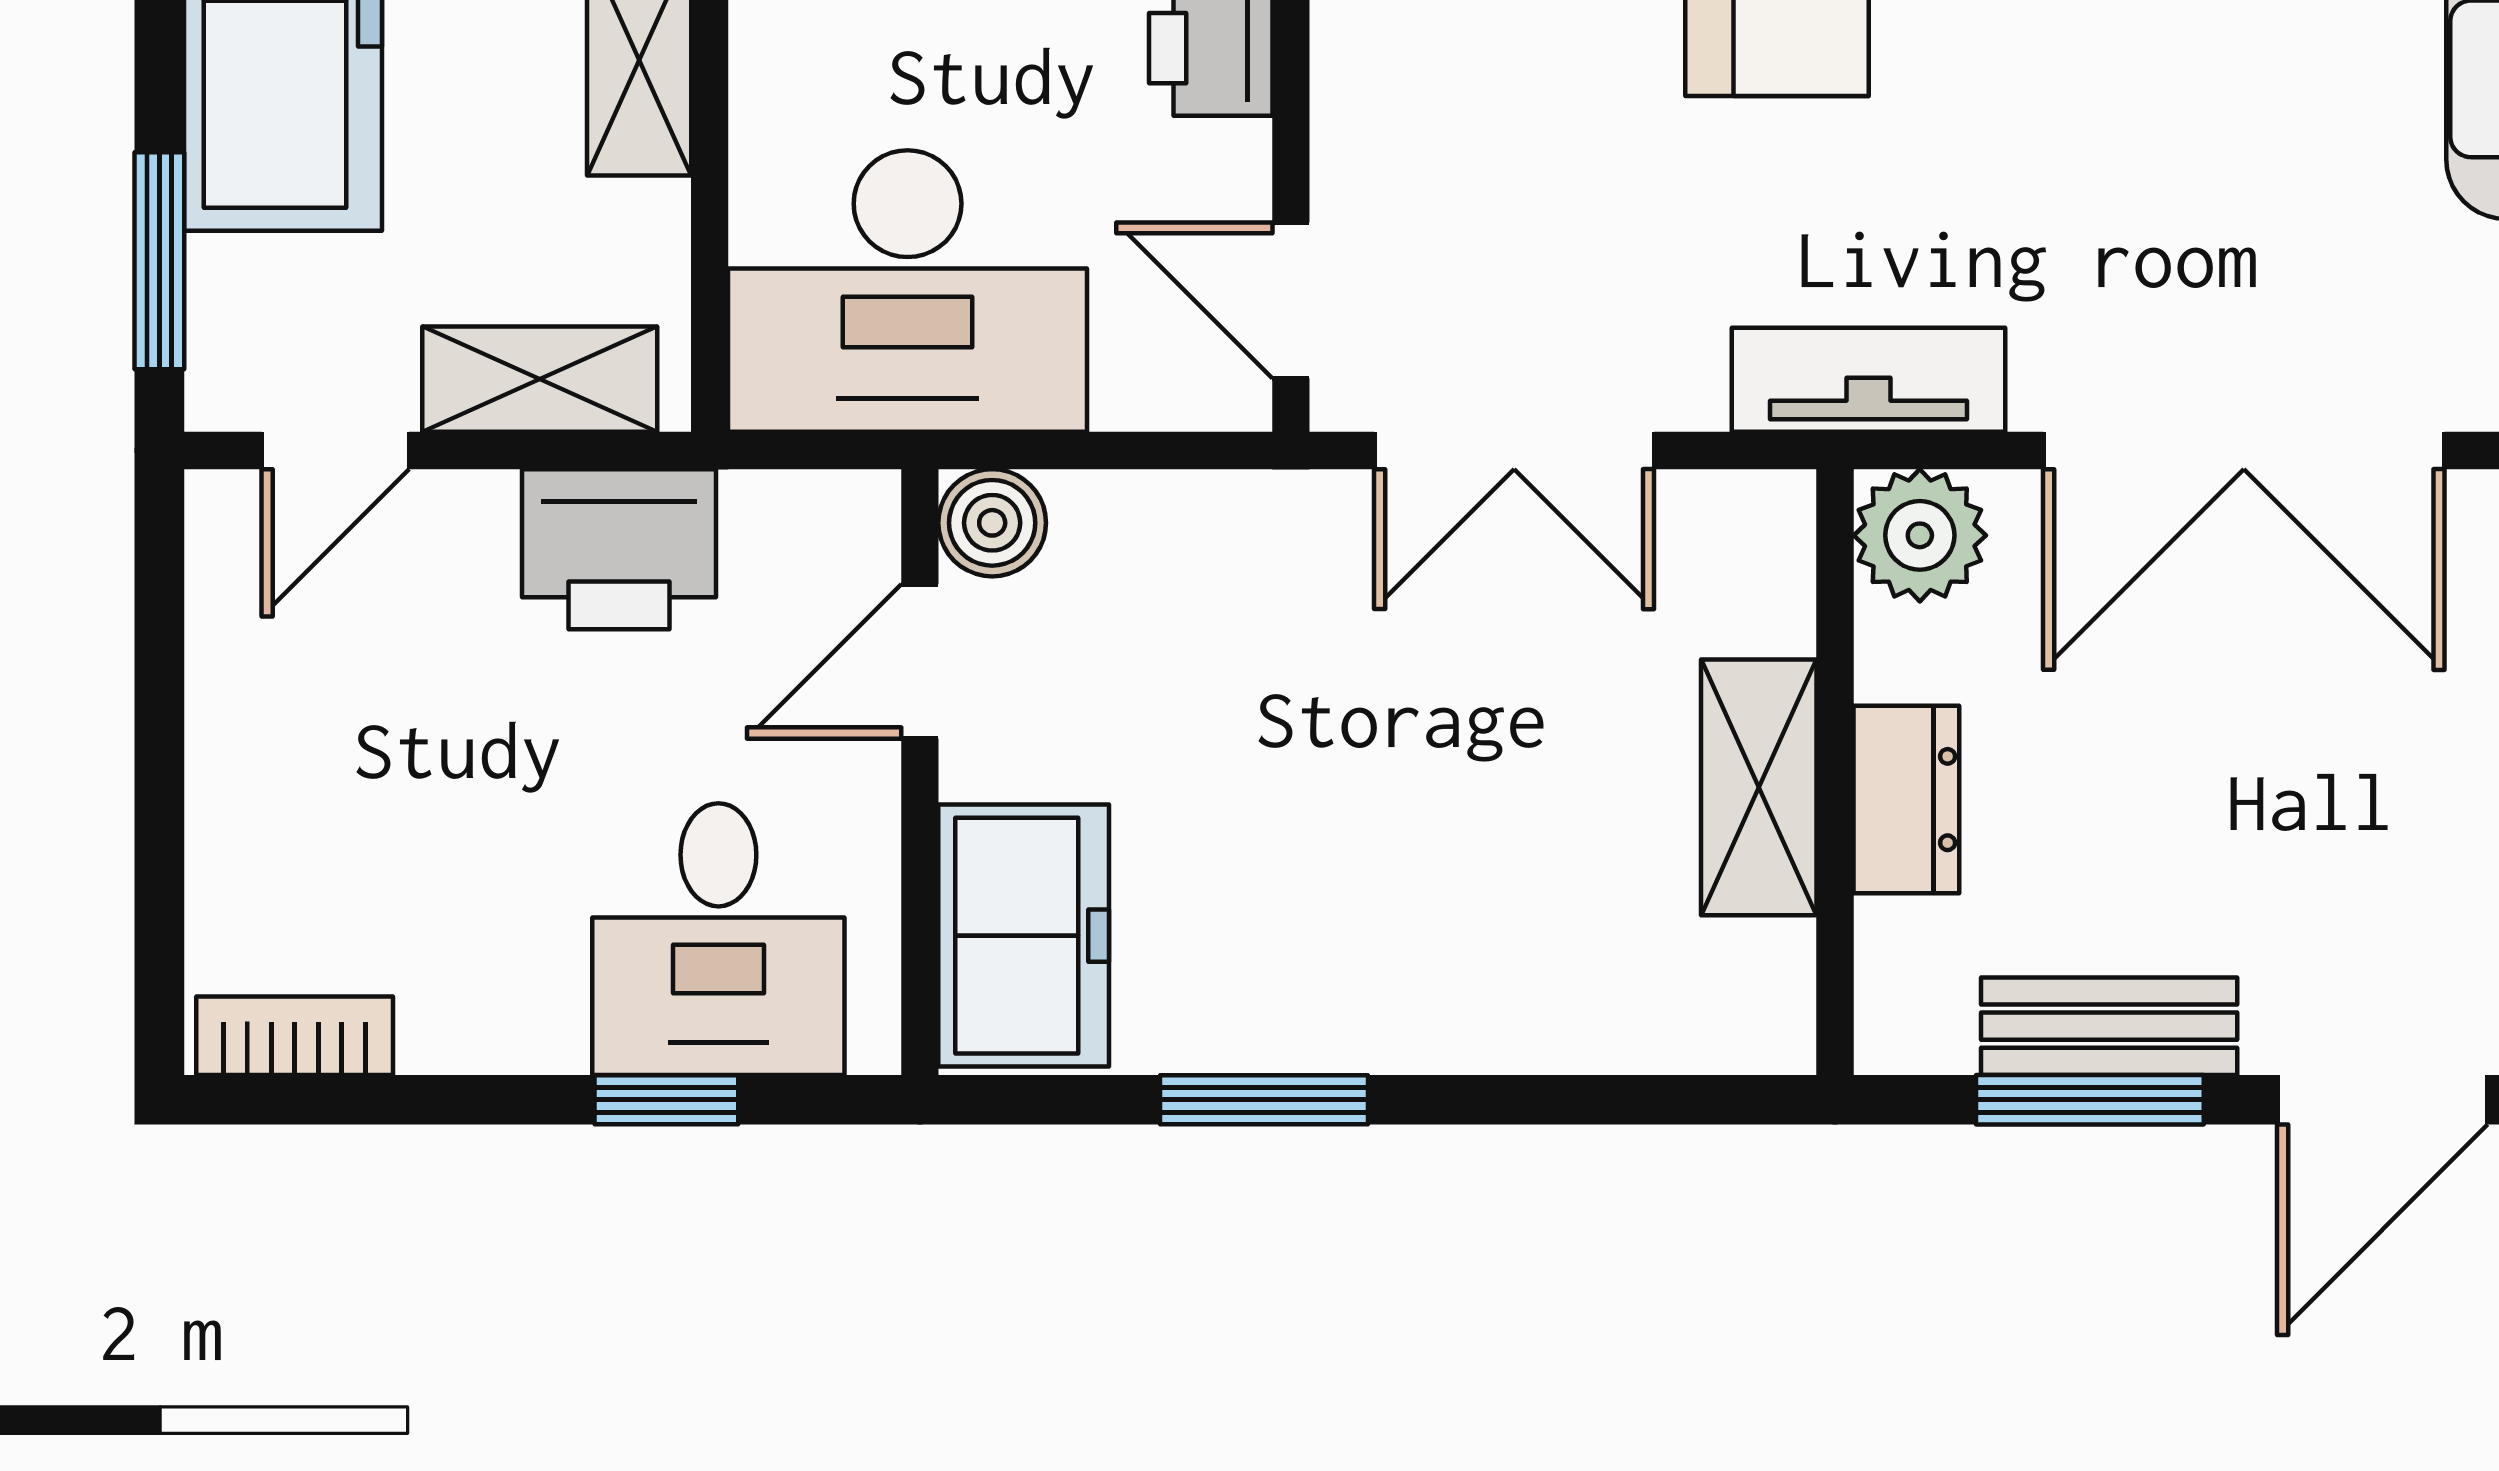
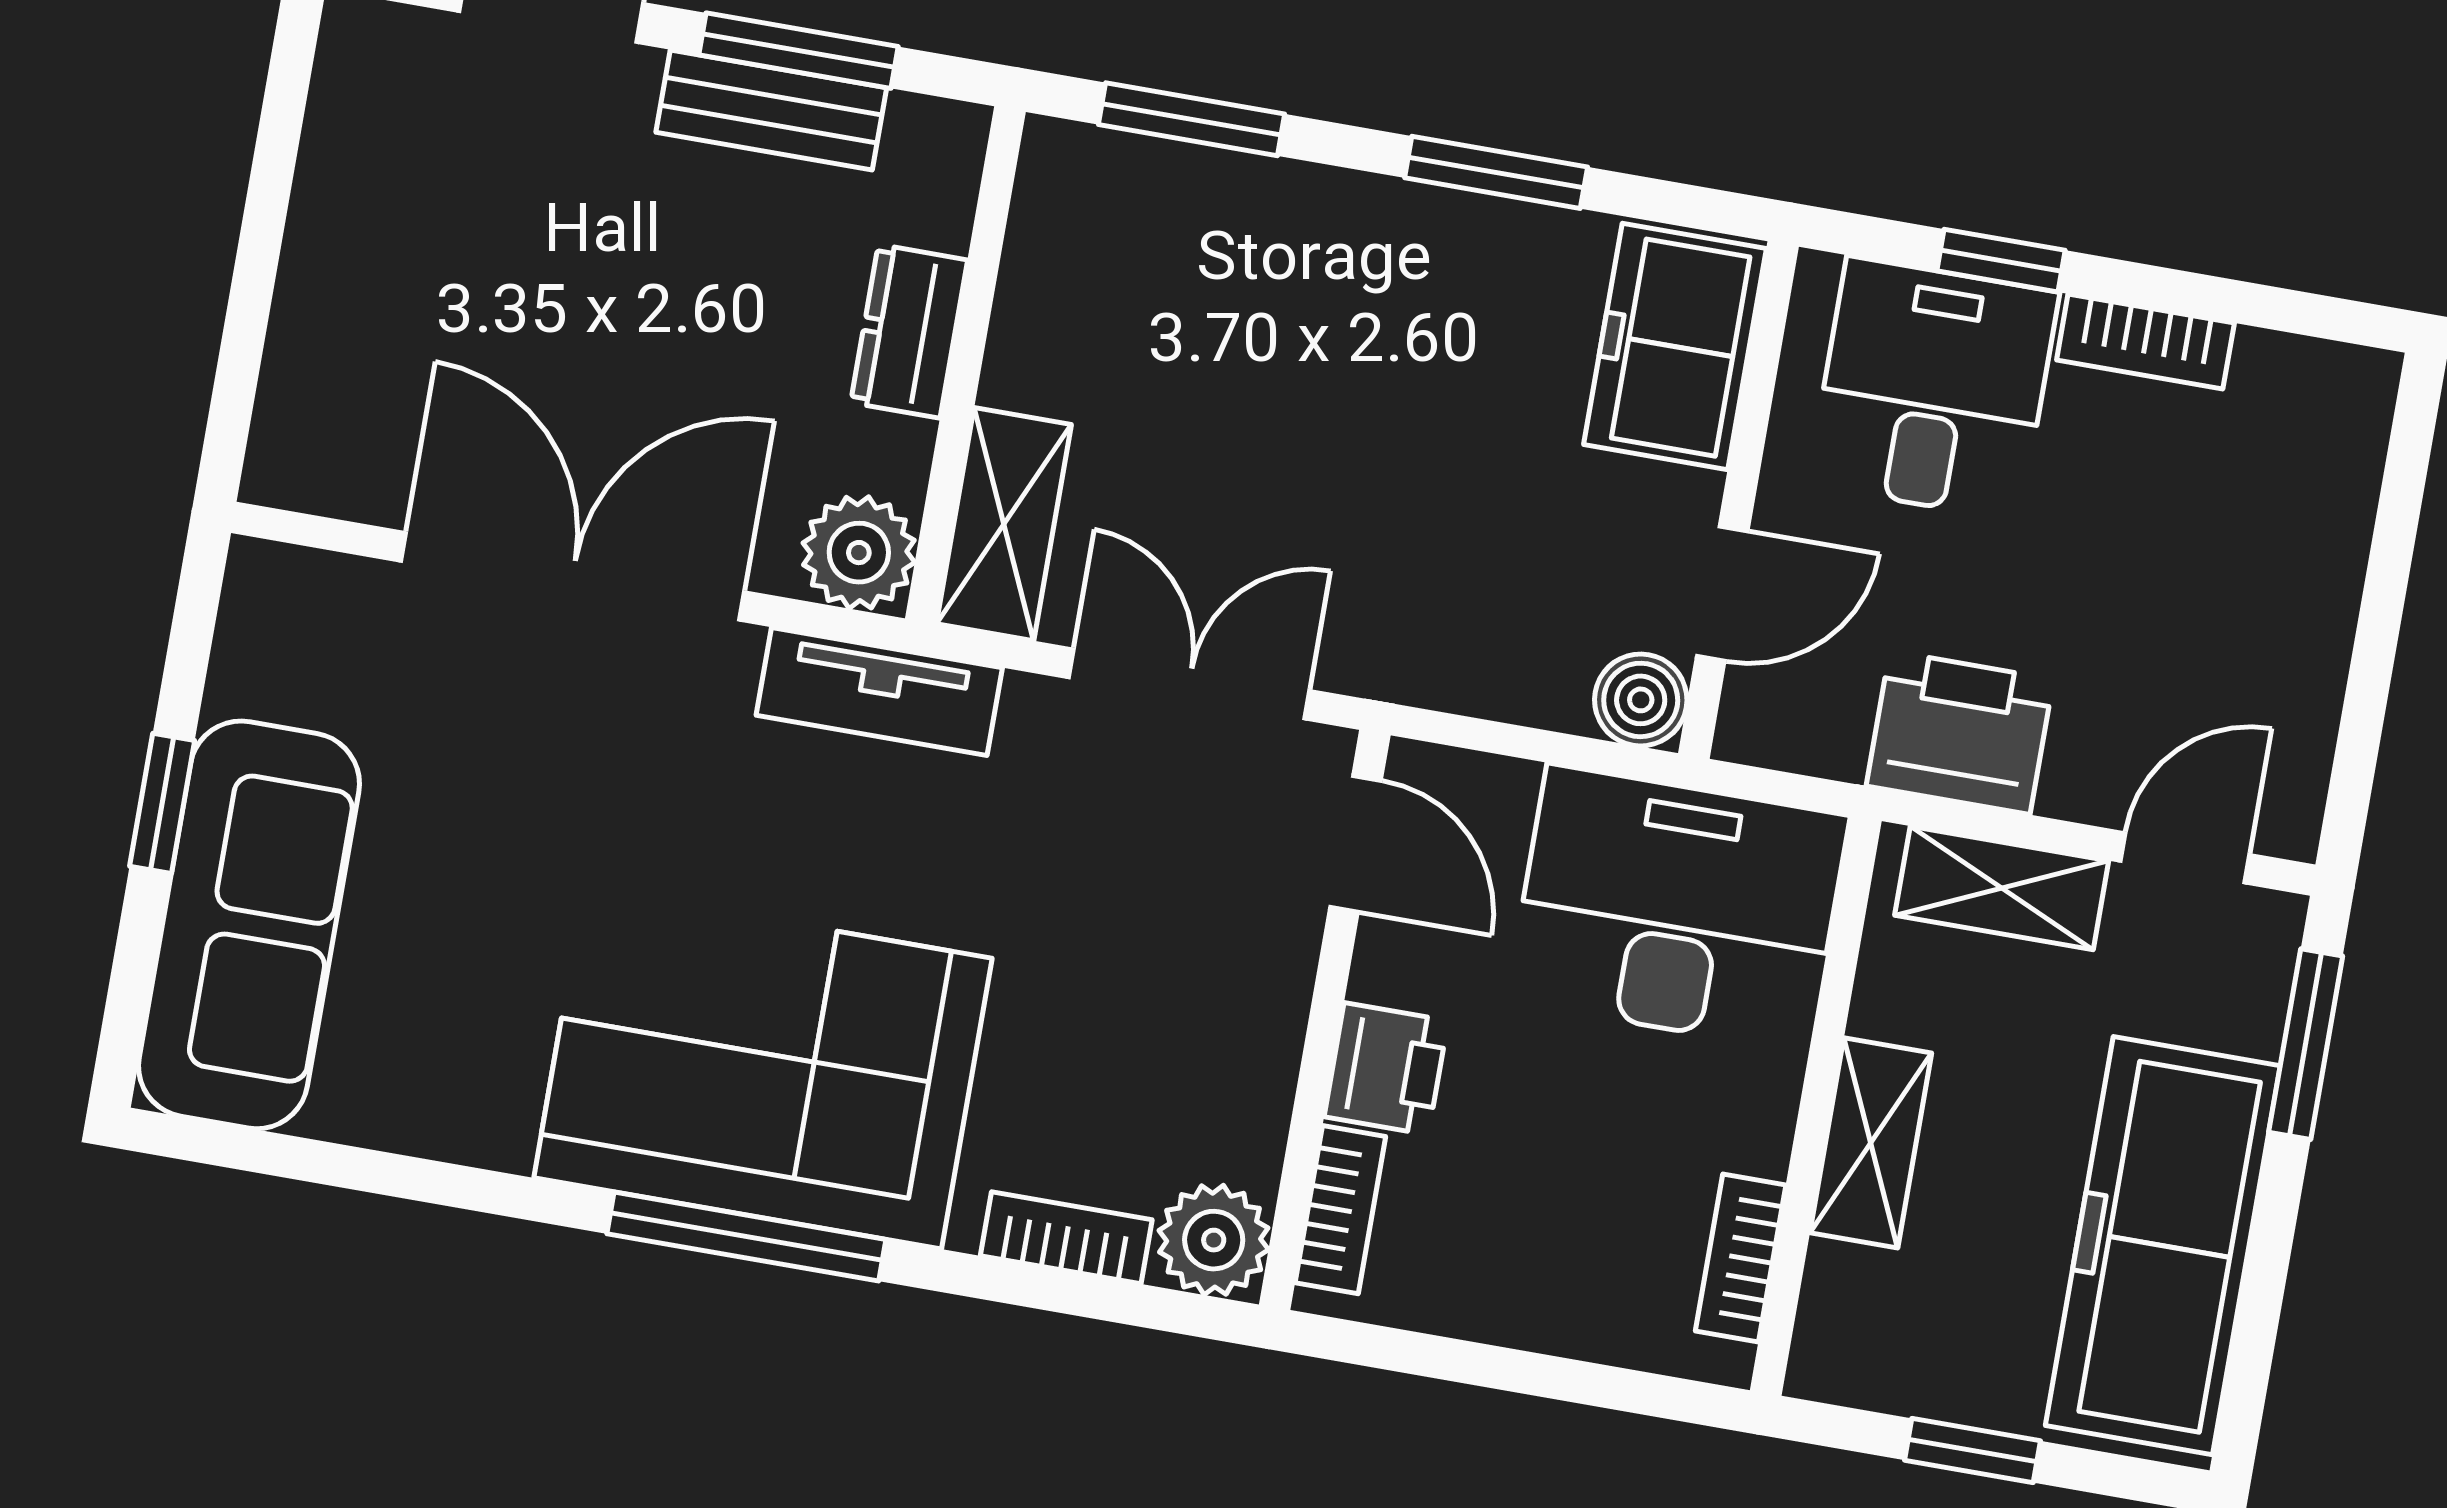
shelving: (1759, 787) -> (1004, 524), moved
bookcase: (295, 1036) -> (2145, 342), moved
window: (1624, 1100) -> (1192, 119), added

